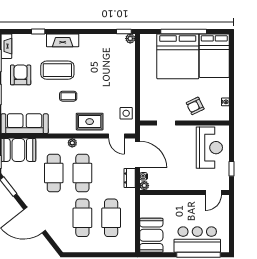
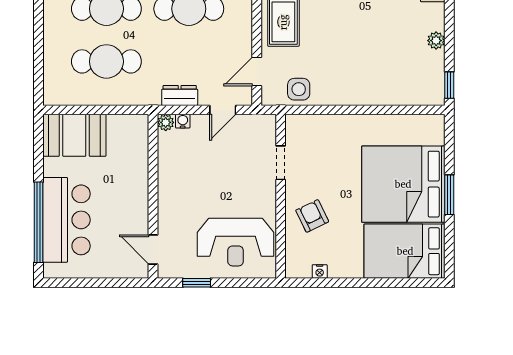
window: (184, 31) -> (449, 195), width x0.47
plant: (130, 39) -> (436, 41), moved
door: (137, 155) -> (223, 110), width x0.53

